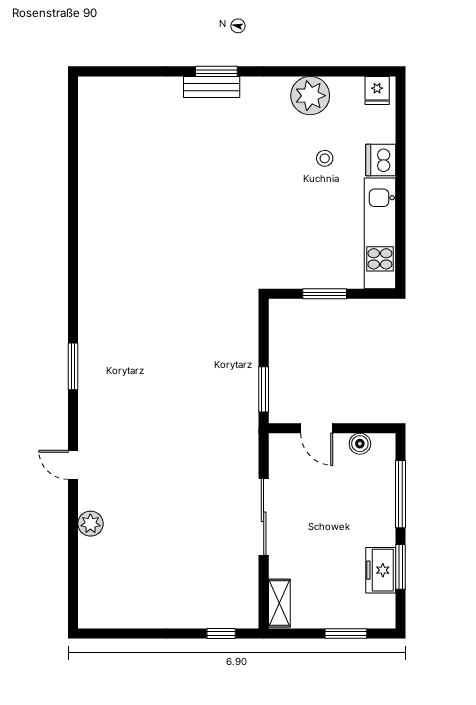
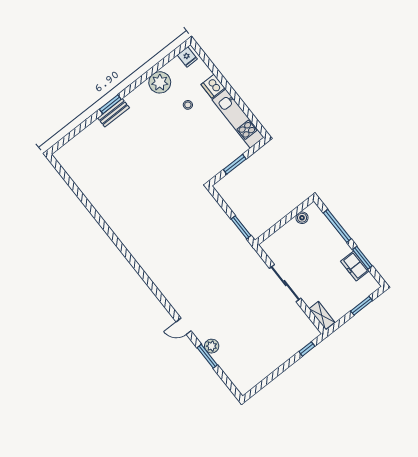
window: (73, 366) -> (207, 356), moved
door: (317, 428) -> (278, 226), removed

